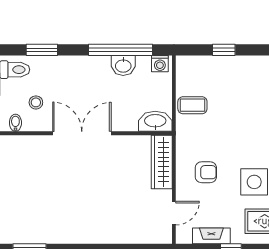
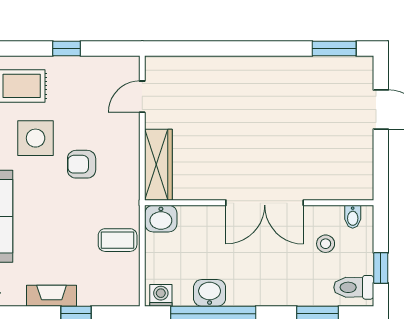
washbasin: (155, 121) -> (161, 219), width x0.72
armchair: (206, 172) -> (82, 164), moved
fireplace: (211, 236) -> (52, 296), moved, turned 180

